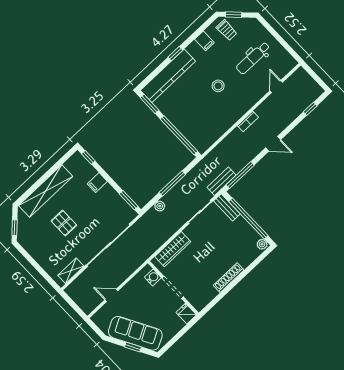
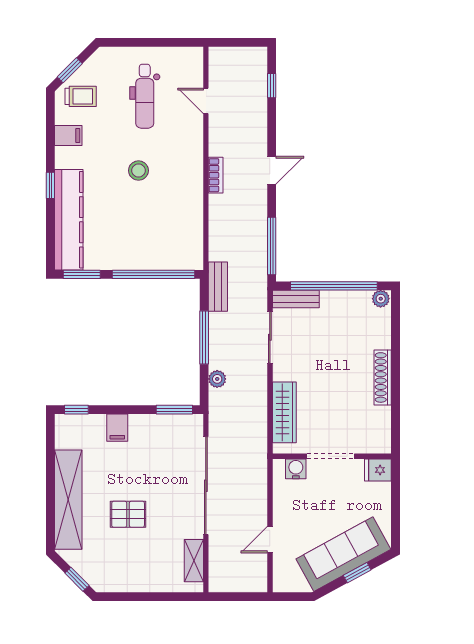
bench: (222, 181) -> (218, 287), moved

